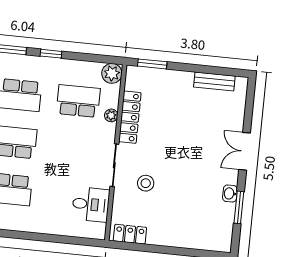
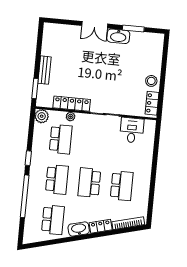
bench: (214, 81) -> (44, 70), moved
school desk: (78, 101) -> (61, 139), turned 180
stool: (146, 183) -> (151, 81), moved
washbasin: (230, 194) -> (118, 36), width x1.91, depth x1.45

